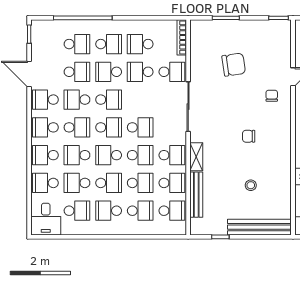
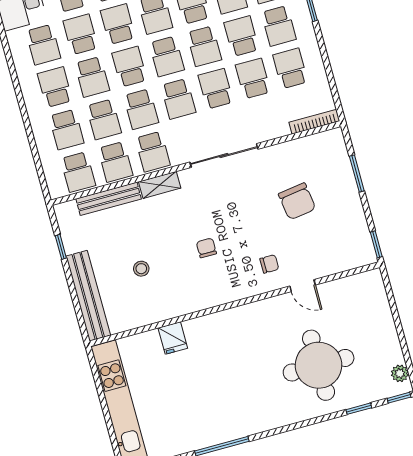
school desk: (172, 72) -> (216, 89), moved, turned 180

